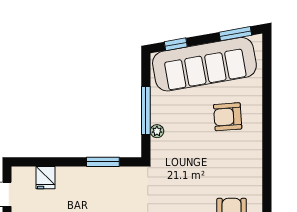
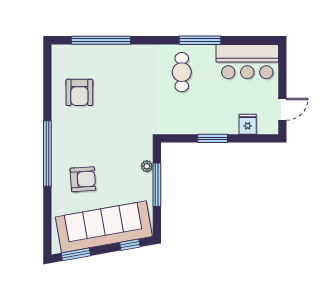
window: (267, 145) -> (47, 153), added
window: (103, 162) -> (213, 138), moved

